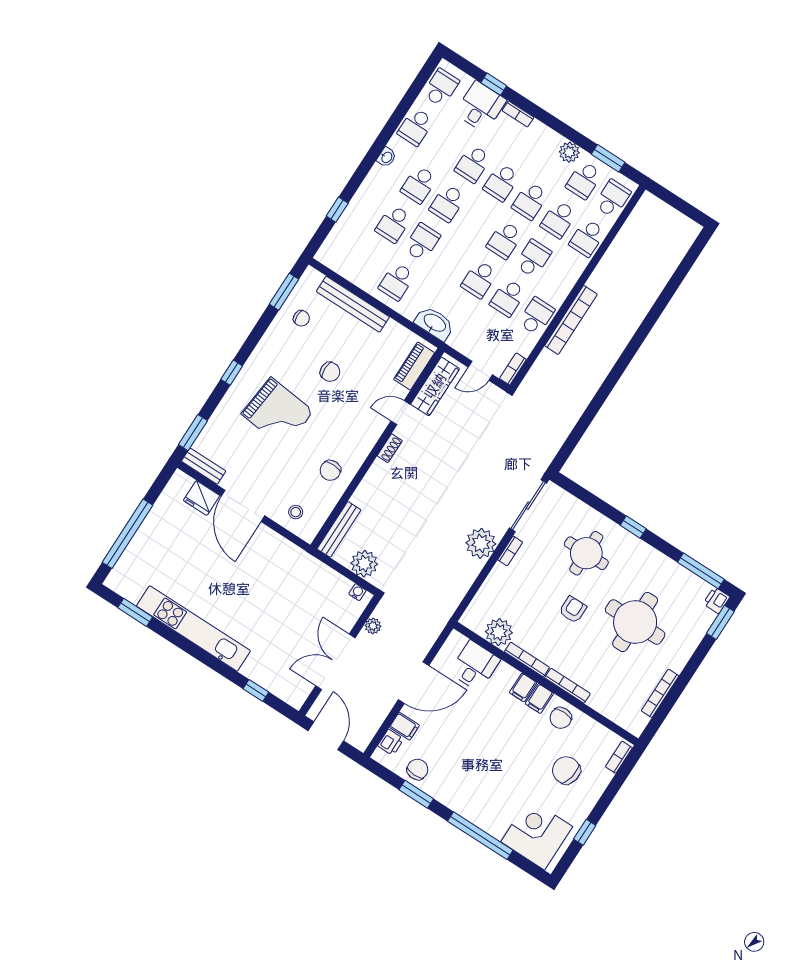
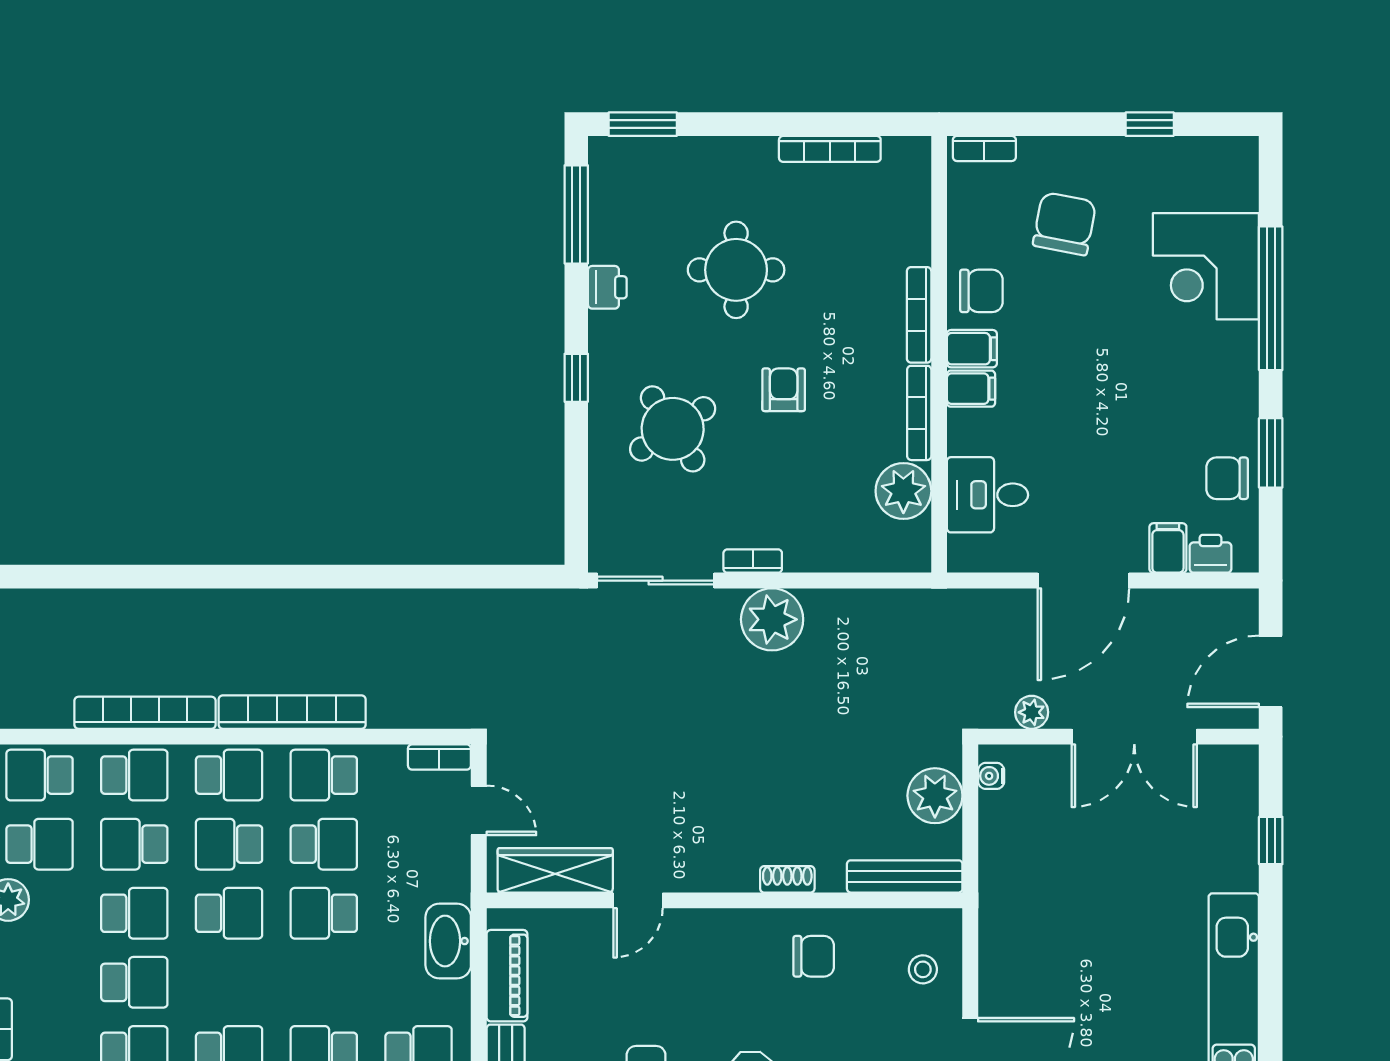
school desk: (559, 219) -> (134, 844), turned 180
bookcase: (610, 259) -> (145, 713), added
school desk: (562, 277) -> (229, 775), added
school desk: (479, 279) -> (324, 913), turned 180
piano: (414, 366) -> (507, 976), moved, turned -90
door: (400, 413) -> (638, 900), hinge flipped
shoe rack: (390, 448) -> (787, 879), moved
round table: (586, 553) -> (673, 429), turned -33
printer: (717, 600) -> (607, 287), moved, turned -90
armchair: (573, 610) -> (784, 390), turned 90
round table: (635, 622) -> (736, 270), width x0.73, depth x0.73
door: (414, 683) -> (1083, 581), swing flipped
chair: (566, 770) -> (1065, 224), turned 180
corner desk: (537, 834) -> (1206, 266), moved

